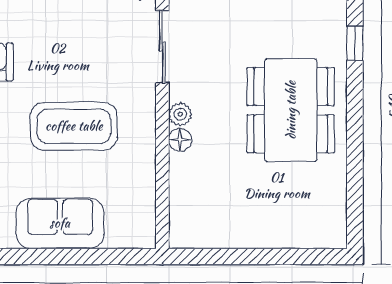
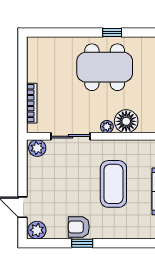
window: (355, 43) -> (112, 33), moved
floor lamp: (180, 140) -> (126, 121), width x1.89, depth x1.89

